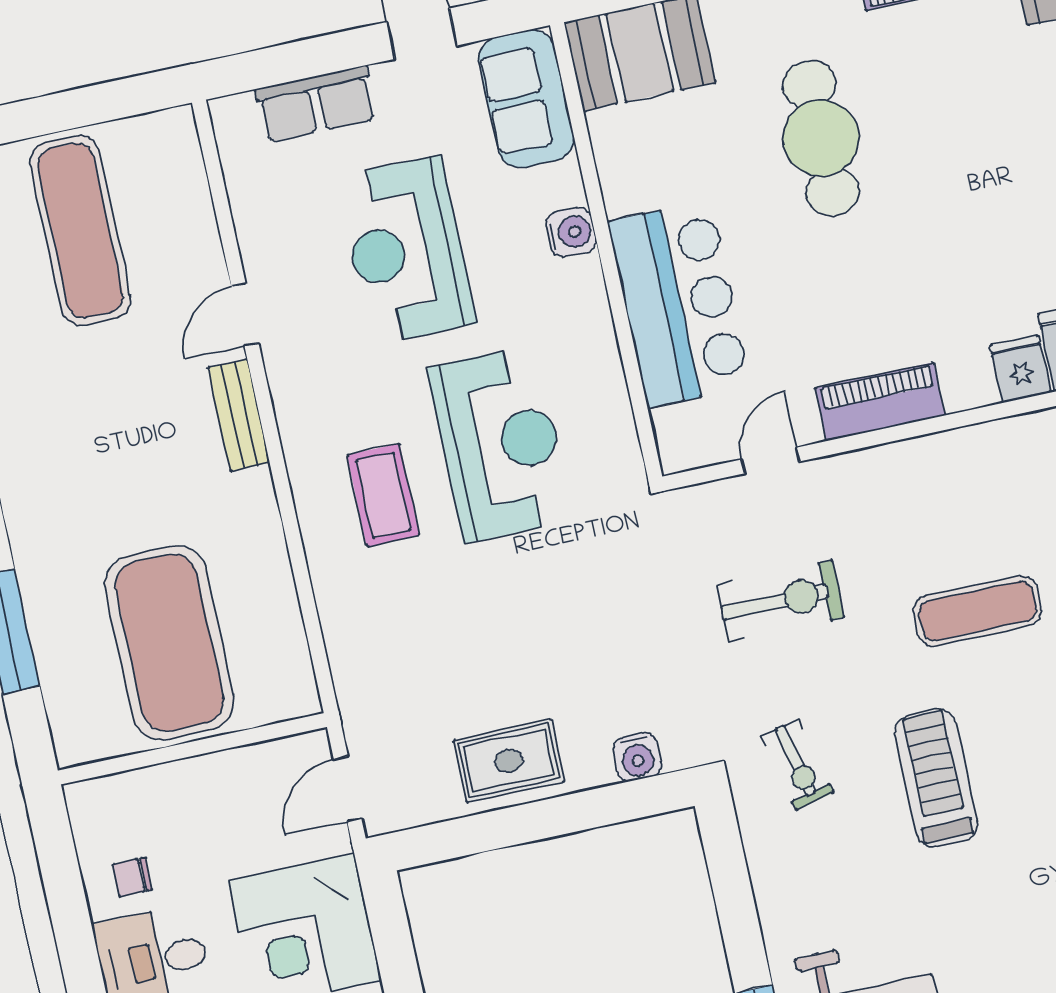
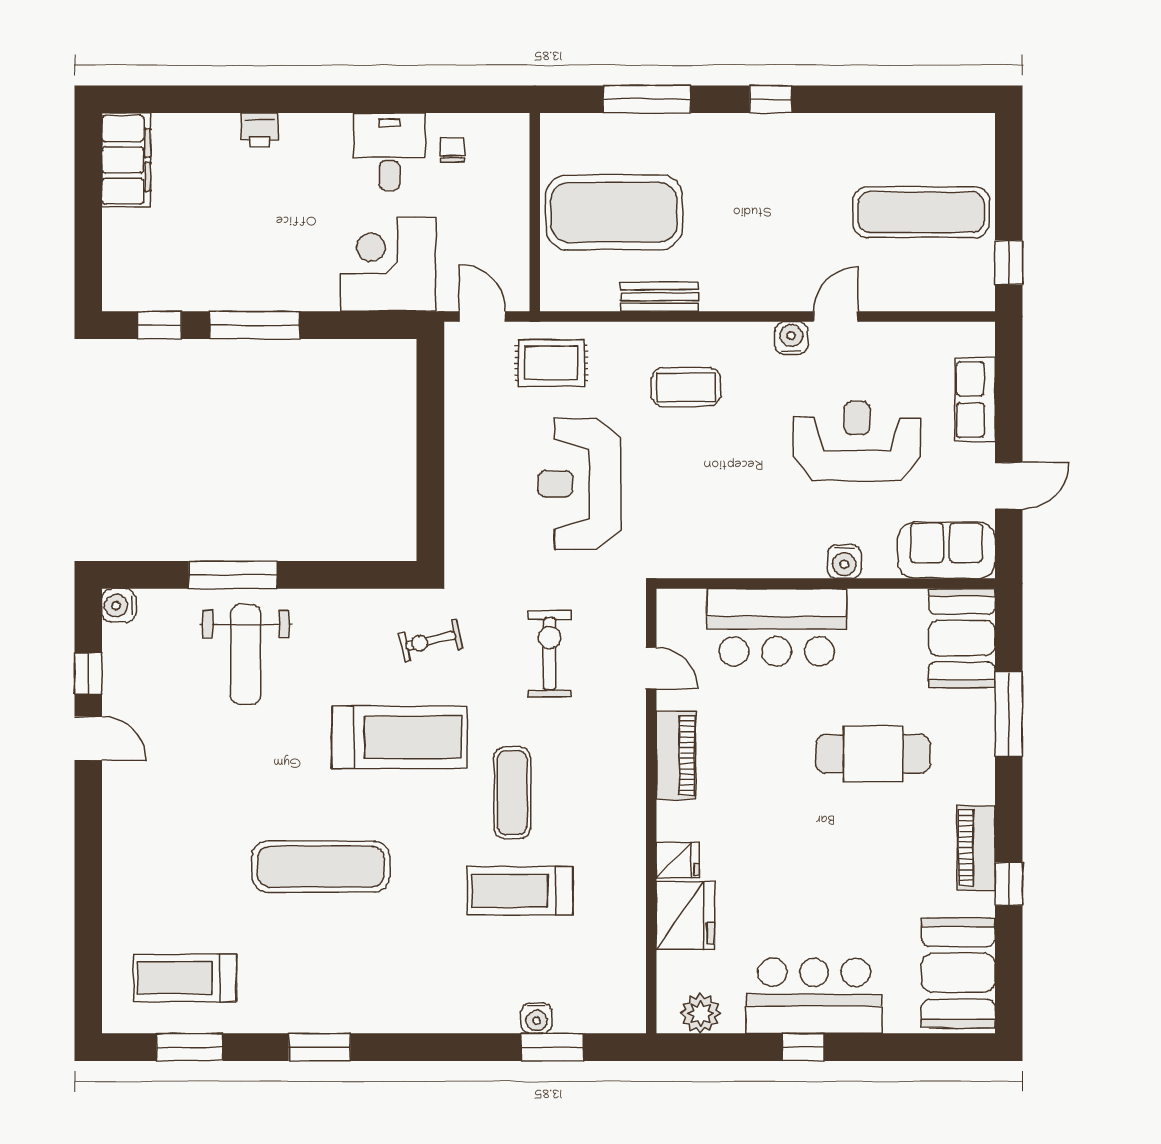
window: (122, 98) -> (1009, 262), added
door: (245, 315) -> (836, 317), hinge flipped
bench: (239, 415) -> (659, 297), moved
reception desk: (500, 444) -> (579, 484), moved, turned 90
exercise bike: (781, 601) -> (549, 654), turned 180
water cooler: (637, 757) -> (791, 338), moved, turned 90
rug: (509, 761) -> (551, 363), moved, turned 90
treadmill: (936, 778) -> (400, 737), width x1.37, depth x1.38

